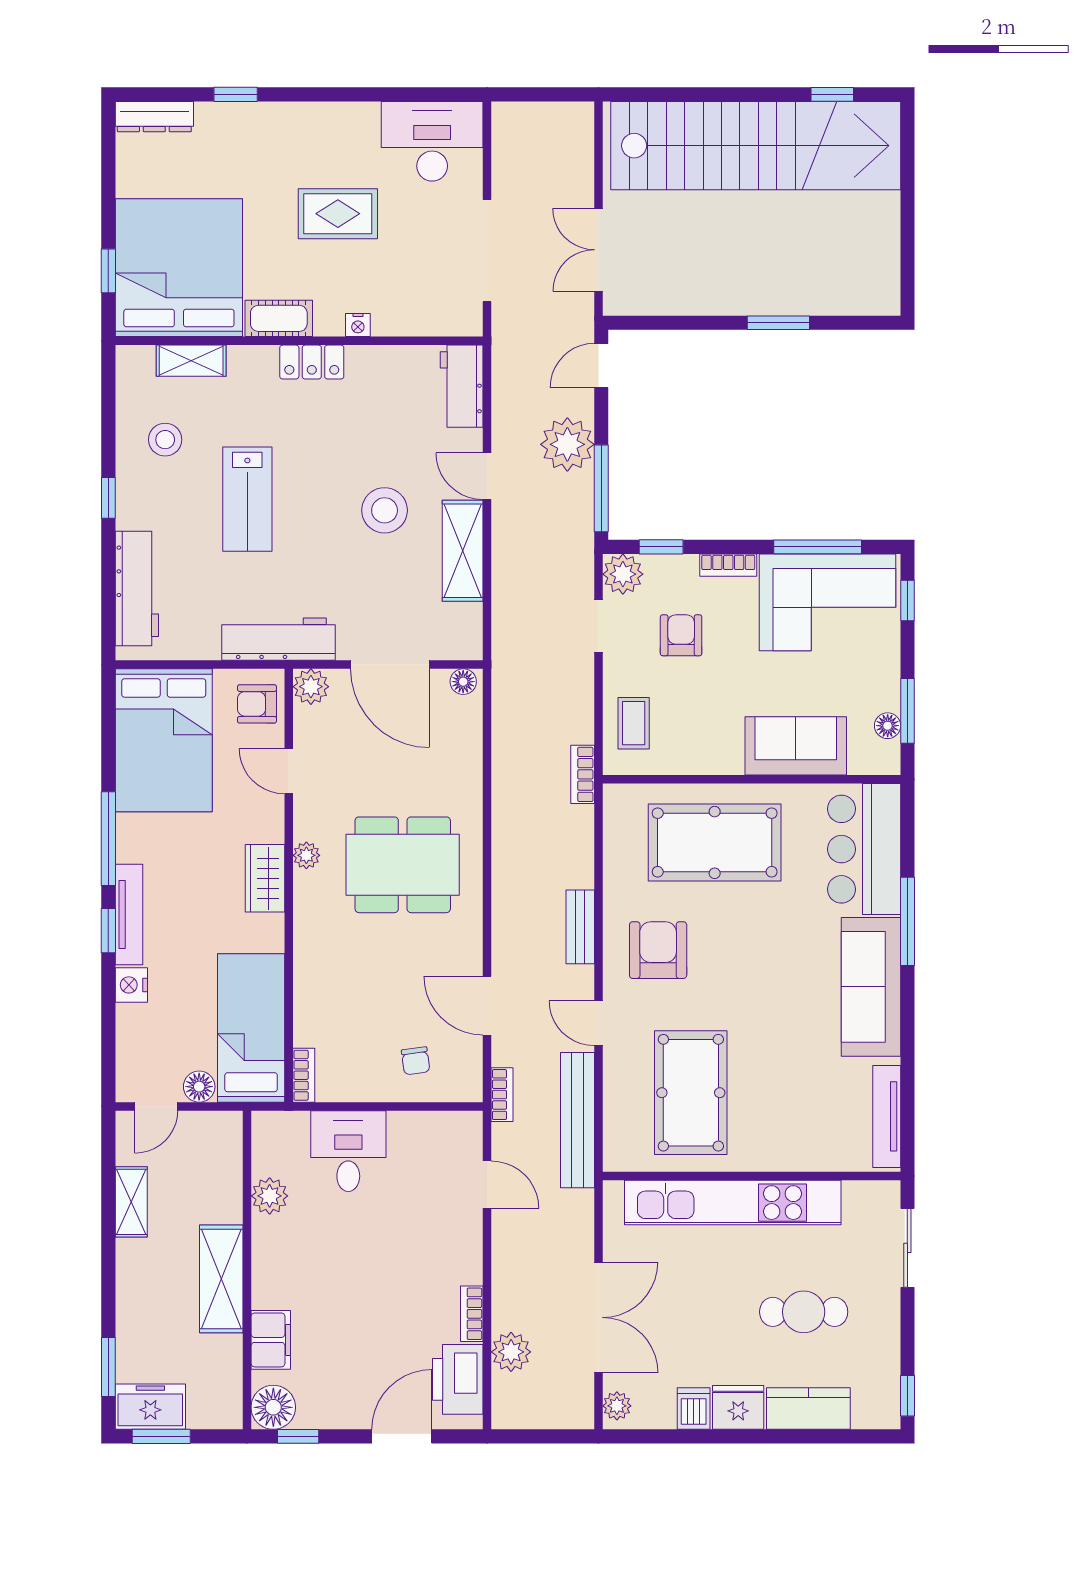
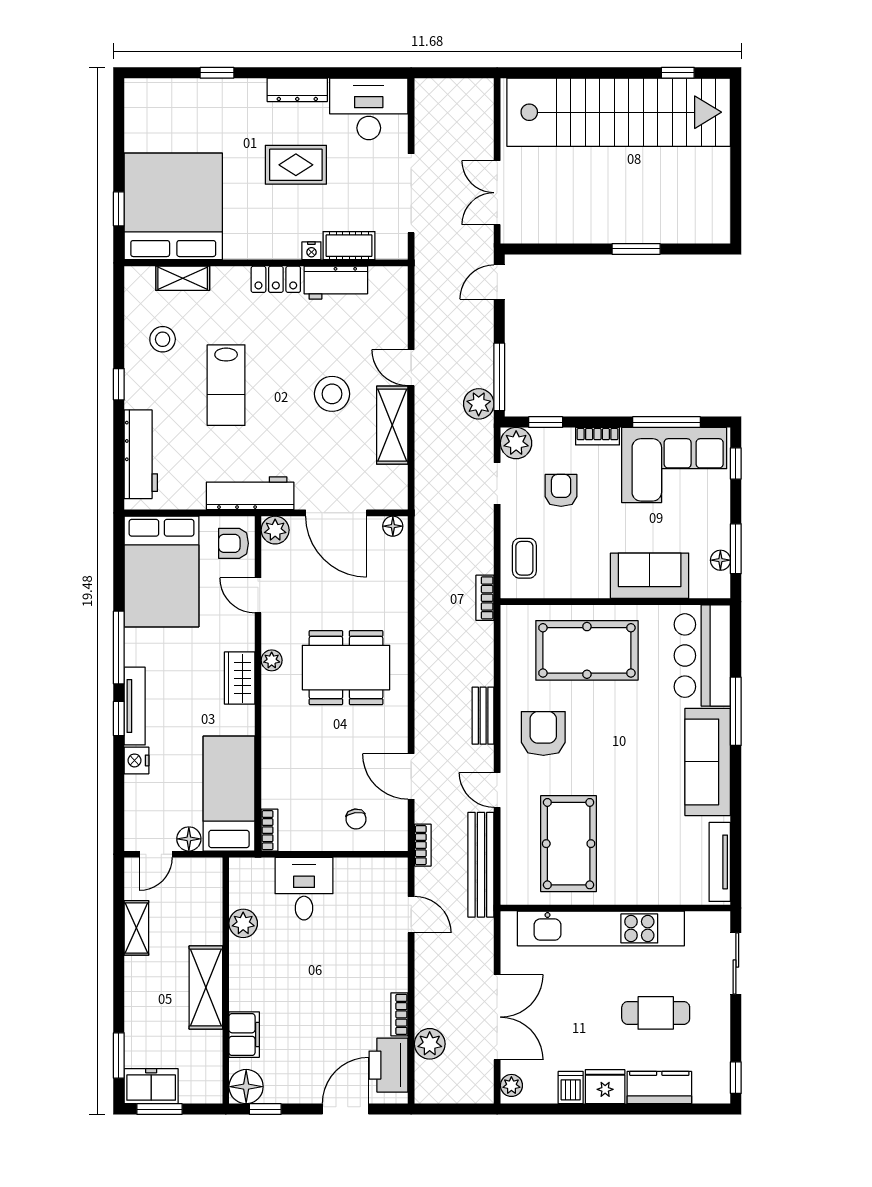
dresser: (154, 117) -> (297, 90), moved
cot: (279, 318) -> (349, 246), moved
workbench: (462, 386) -> (336, 283), moved, turned -90
plant: (567, 444) -> (479, 404), moved, width x0.73, depth x0.73

